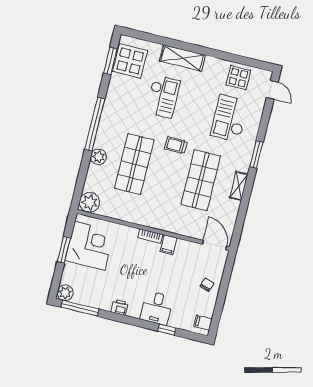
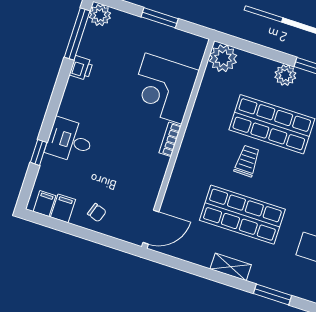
trolley: (176, 145) -> (247, 161), moved
filing cabinet: (168, 245) -> (63, 208), moved, turned 90
corner desk: (90, 246) -> (164, 88), moved, turned 90
printer: (120, 307) -> (81, 68), moved

